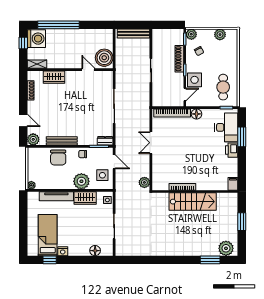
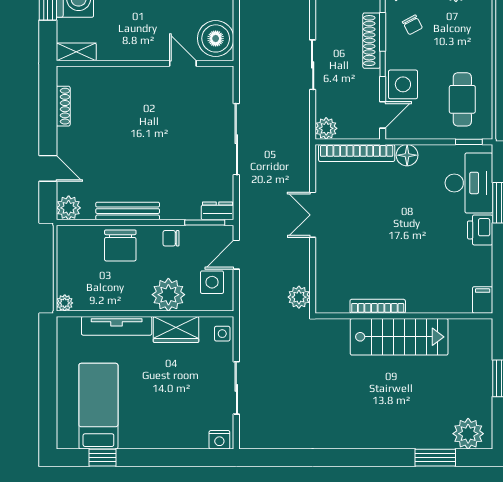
wardrobe: (54, 77) -> (111, 79), removed
plant: (157, 101) -> (326, 128), added
door: (114, 162) -> (236, 255), swing flipped
nightstand: (63, 251) -> (219, 440), moved
floor lamp: (95, 251) -> (197, 438), removed

